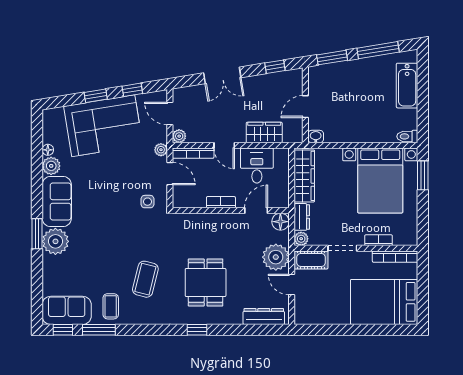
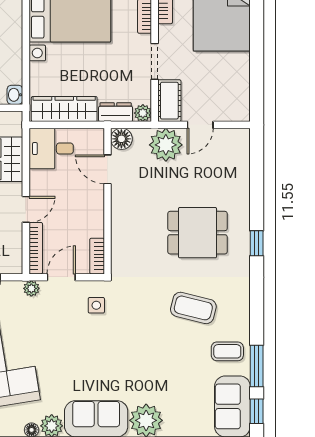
plant: (179, 136) -> (14, 266), removed
desk: (257, 166) -> (51, 149), moved
bookcase: (221, 202) -> (97, 256), moved
dresser: (264, 316) -> (240, 160), removed

